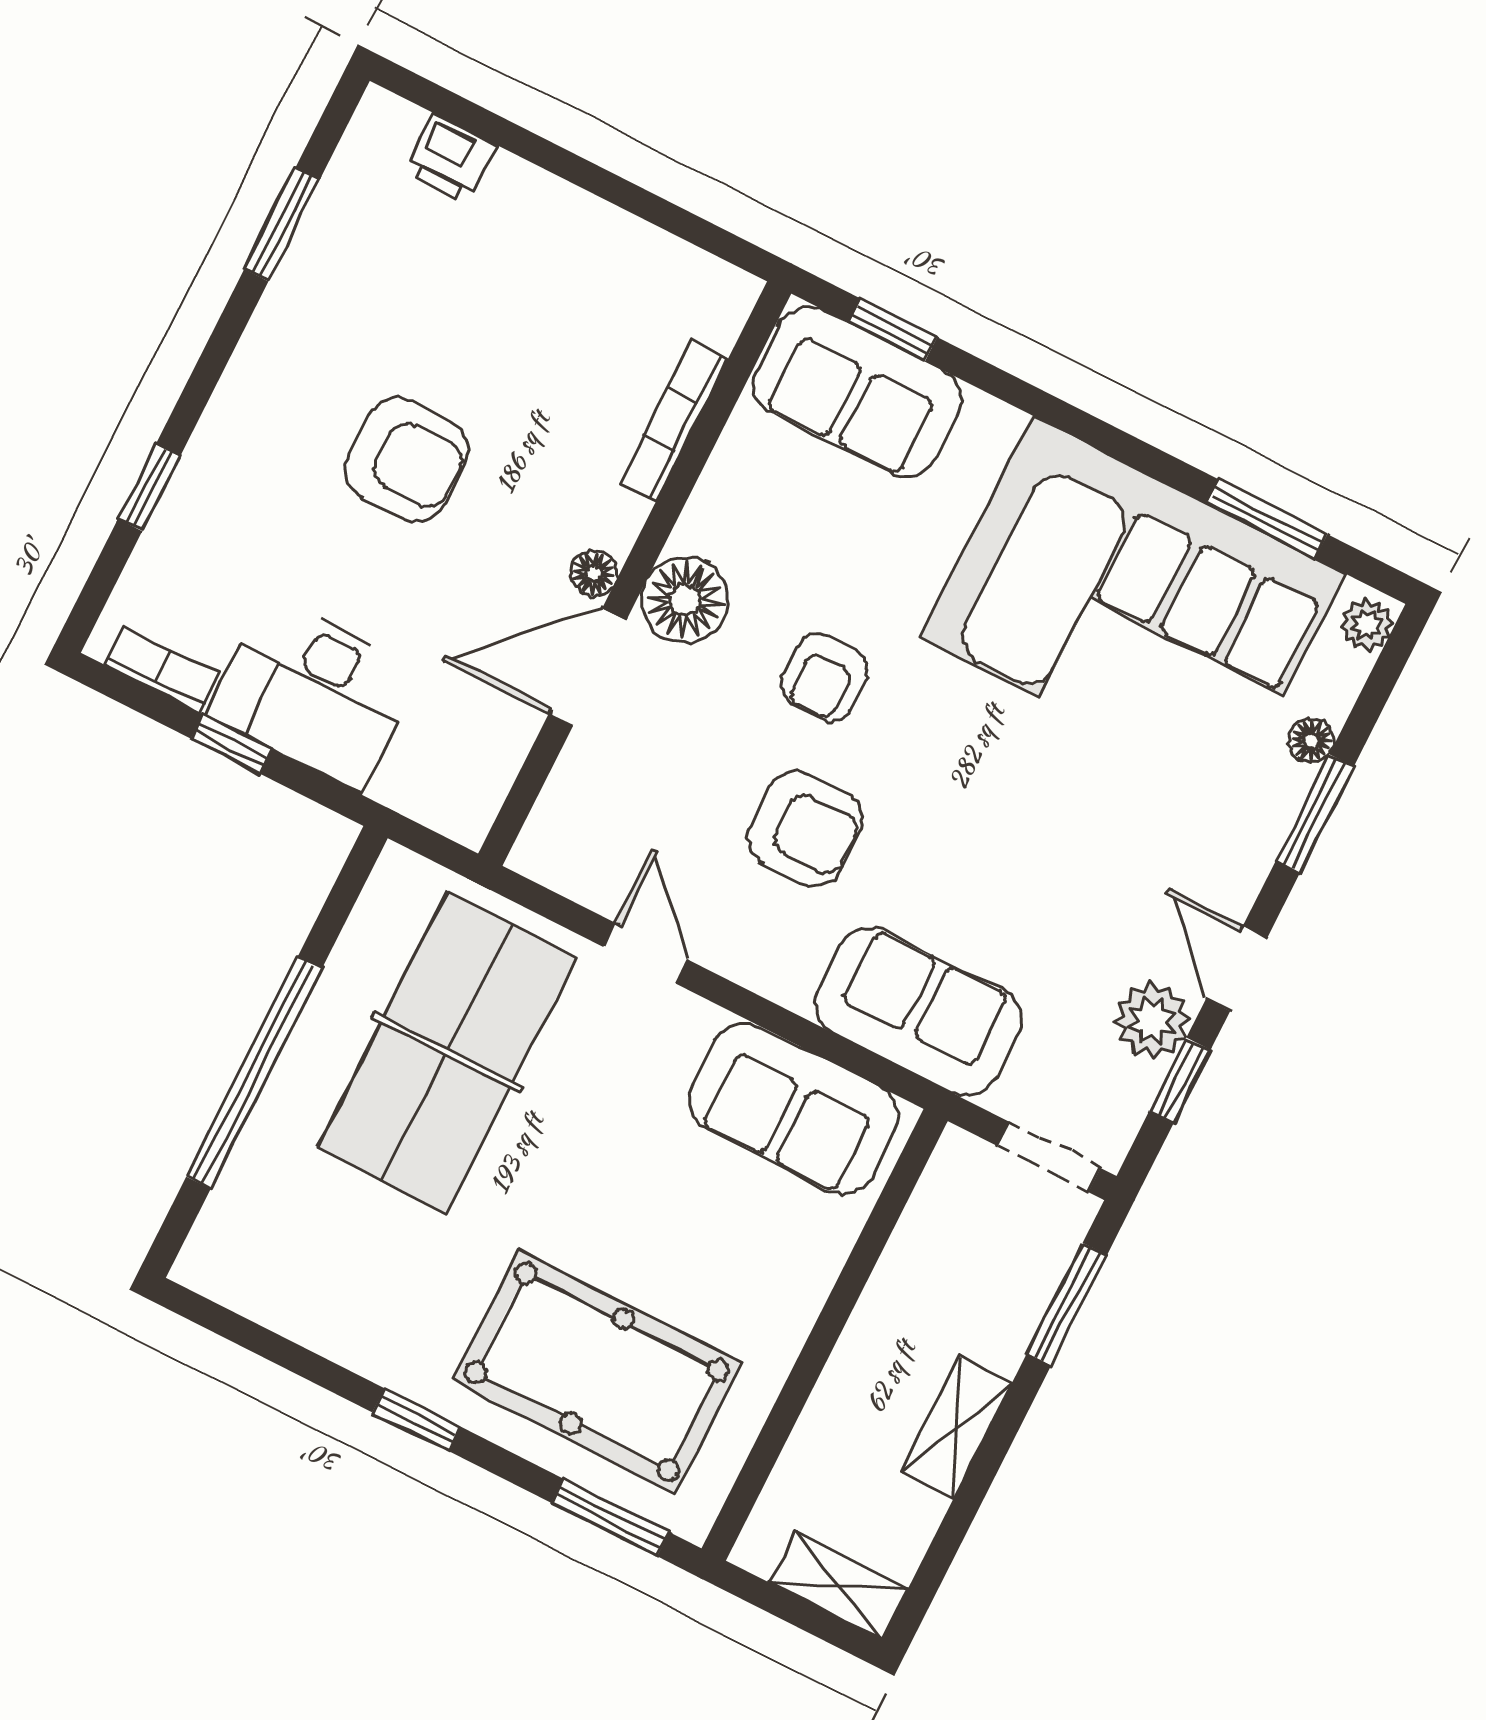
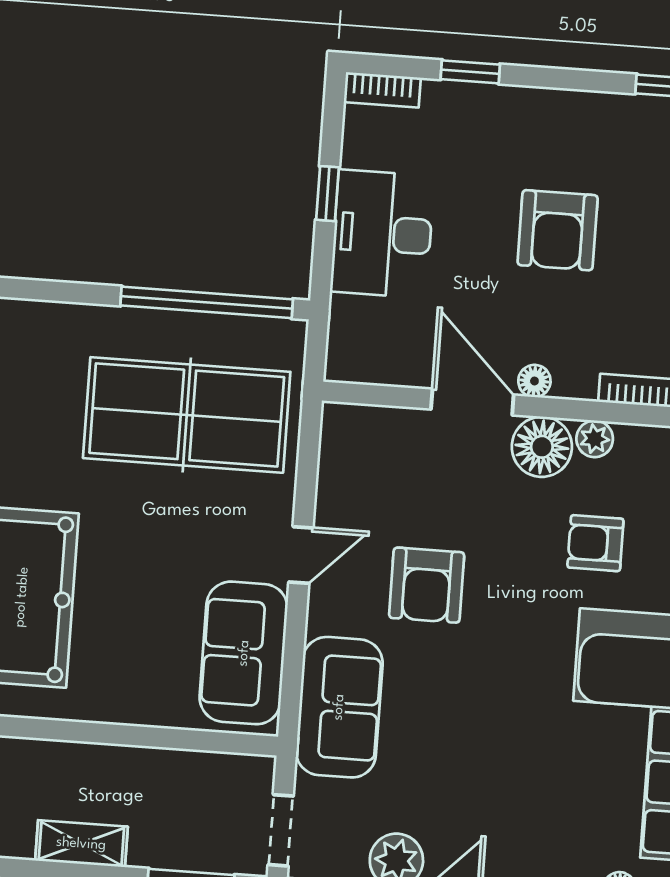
plant: (704, 526) -> (595, 439), added
bookcase: (162, 670) -> (382, 90), moved, turned 90
armchair: (824, 678) -> (595, 543), moved
door: (646, 953) -> (301, 555), moved
window: (254, 1073) -> (207, 302), moved

